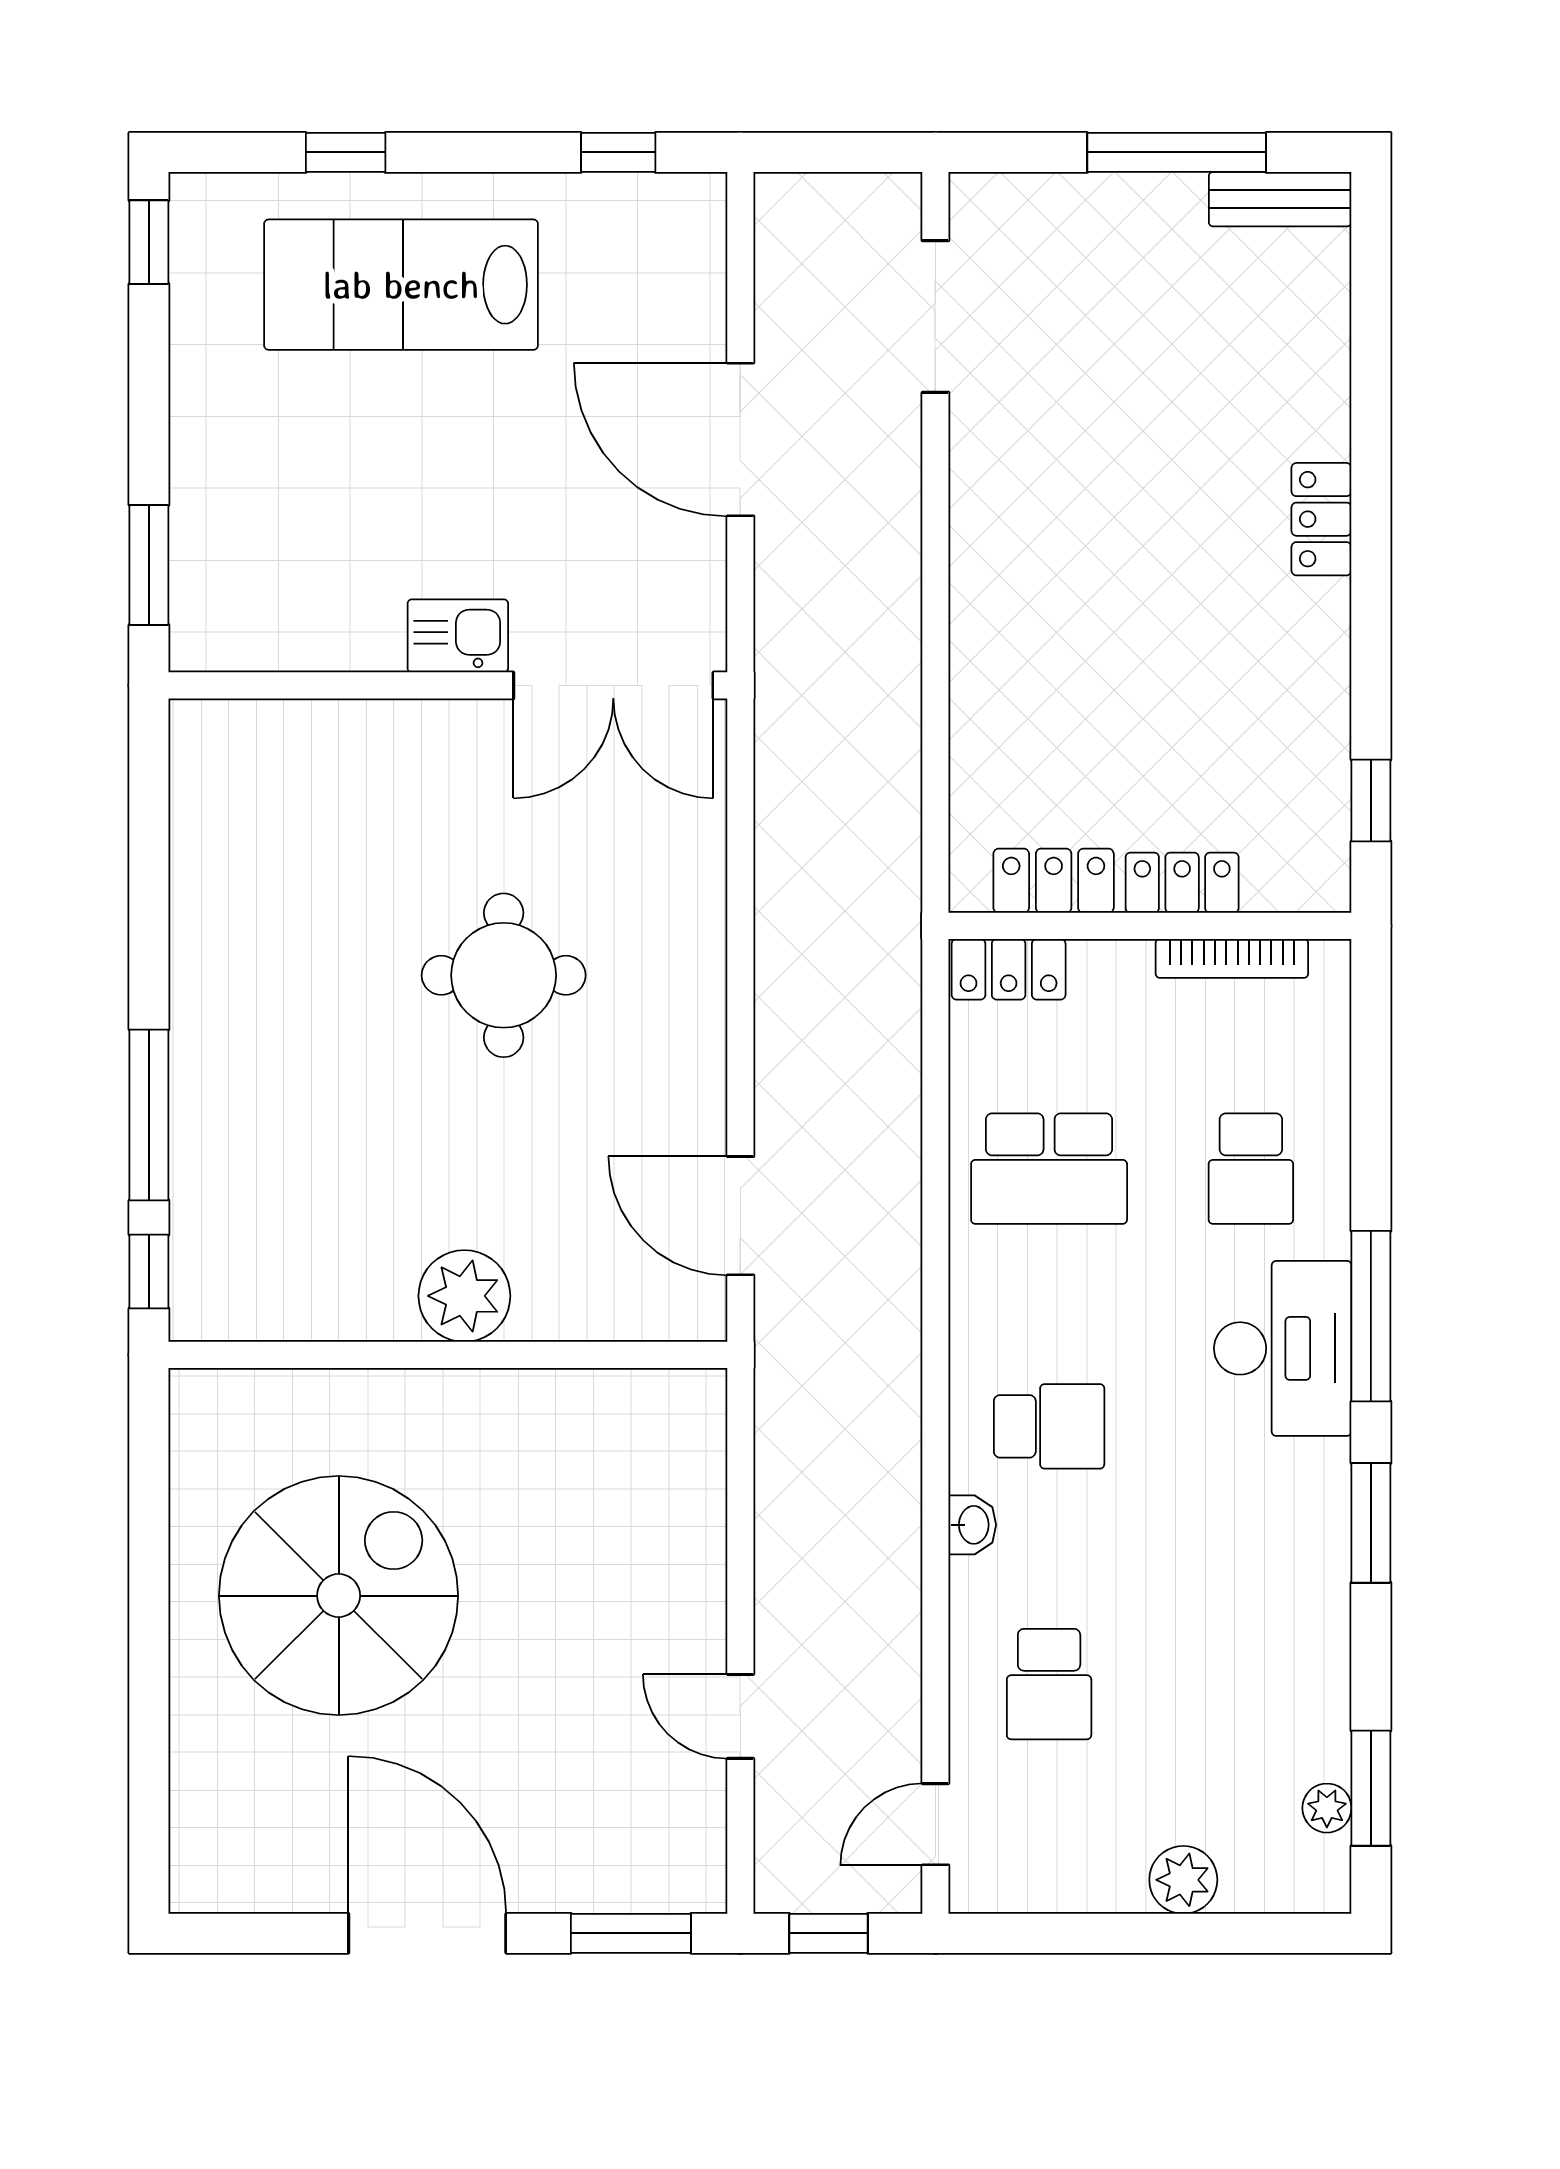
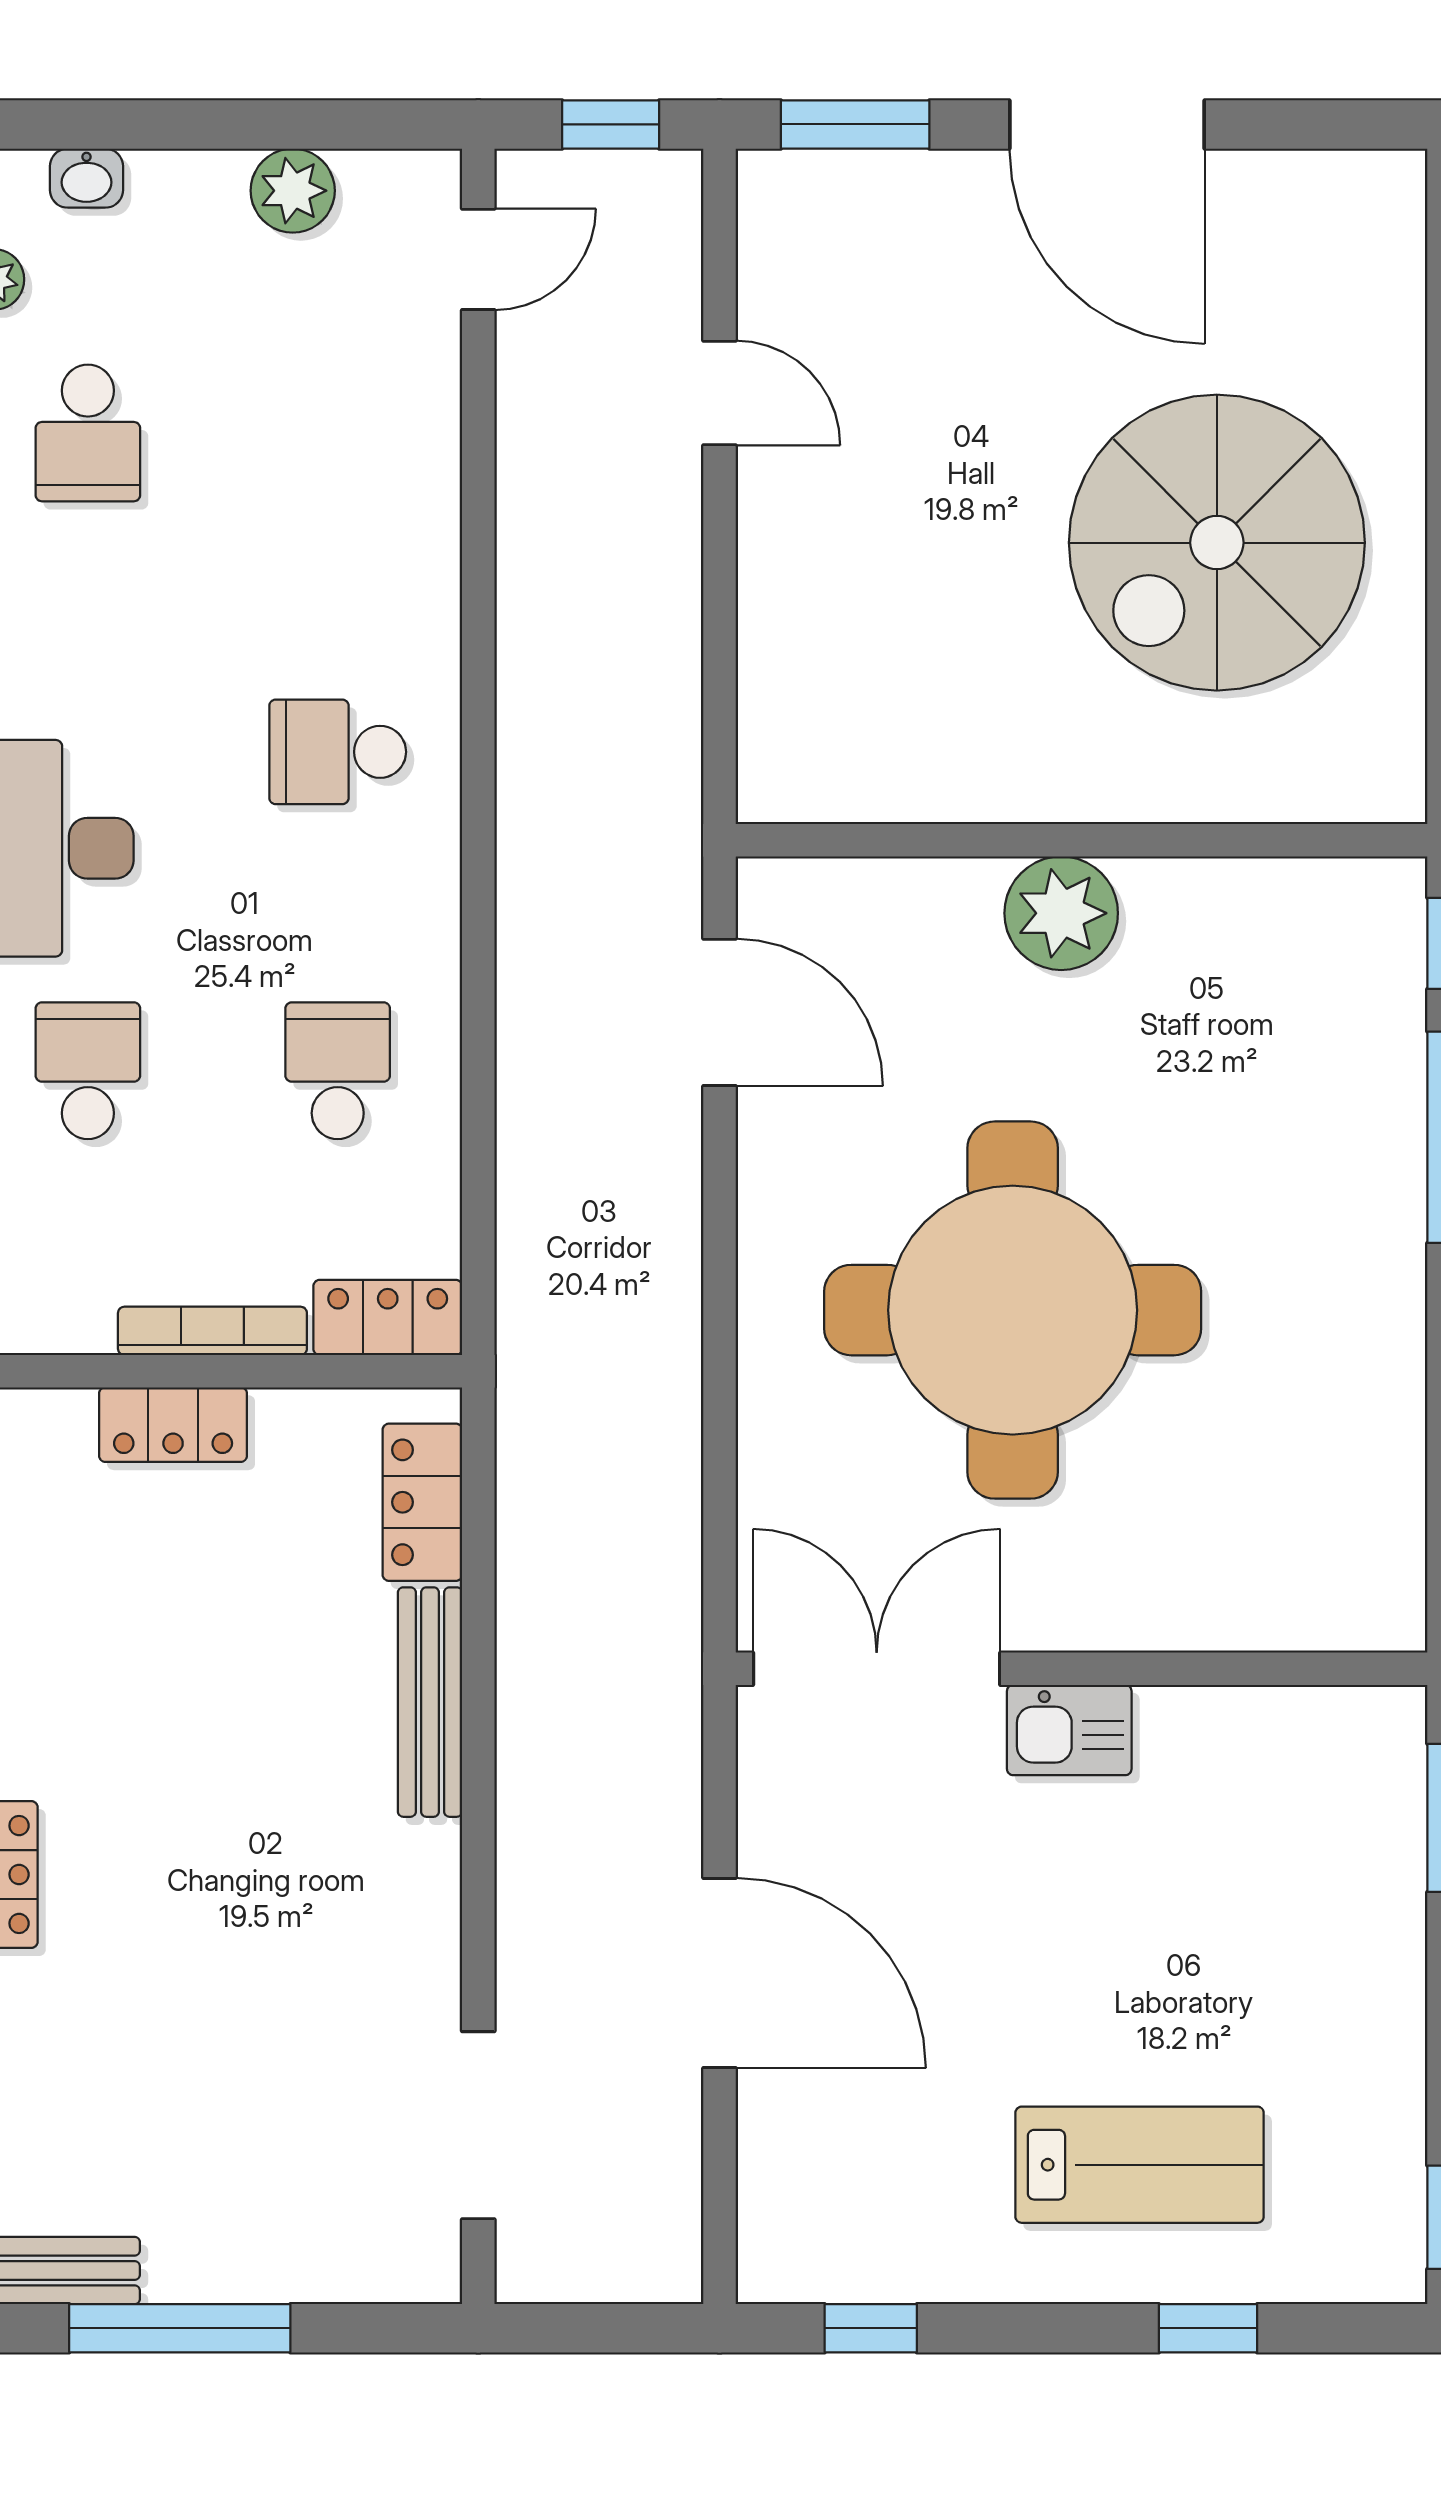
lab bench: (401, 285) -> (1140, 2165), width x0.73, depth x0.72
bench: (974, 658) -> (430, 1702), added
locker: (1054, 881) -> (422, 1502), moved, turned 90
bookcase: (1232, 958) -> (212, 1331), moved
round table: (504, 975) -> (1013, 1310), width x1.86, depth x1.86
school desk: (1049, 1169) -> (338, 1071), width x0.54
washbasin: (972, 1525) -> (86, 178), moved, turned -90
school desk: (1049, 1684) -> (88, 433), moved, turned 180
plant: (1183, 1880) -> (293, 191), moved

